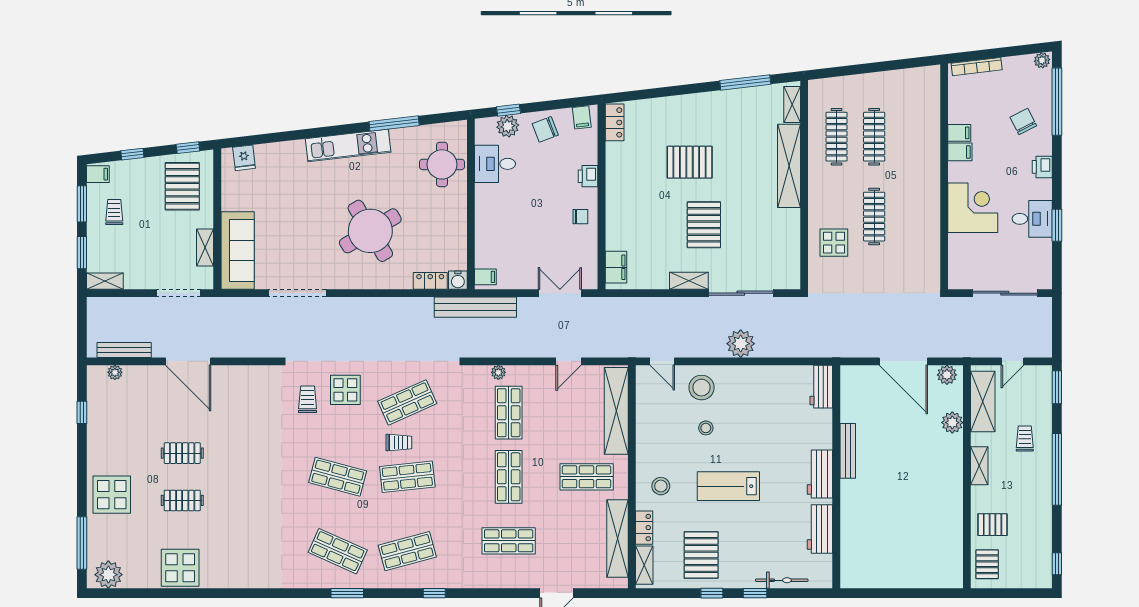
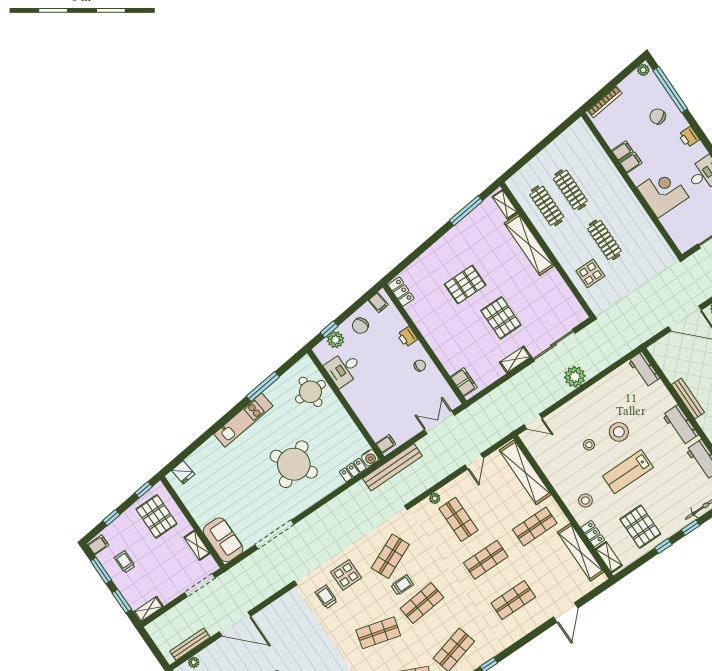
sofa: (238, 251) -> (223, 540), width x0.73
stool: (701, 388) -> (619, 432), moved
shop shelf: (509, 477) -> (486, 560), turned 90

